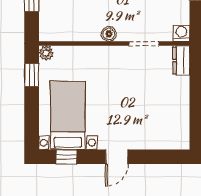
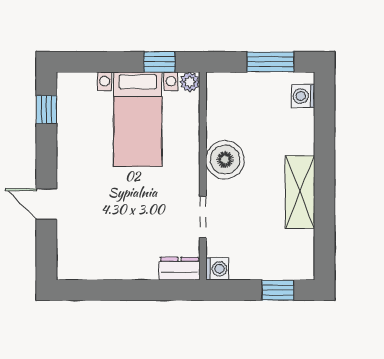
boiler: (109, 34) -> (225, 160), width x1.86, depth x1.86
bed with nightstands: (68, 115) -> (138, 119), moved, turned 90
door: (117, 157) -> (46, 204), moved

